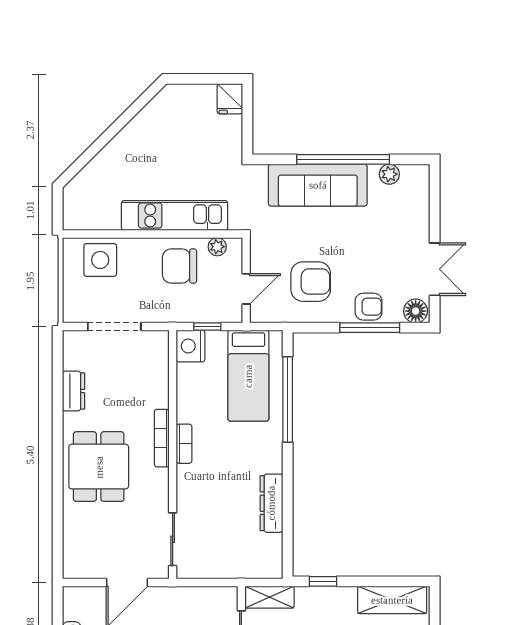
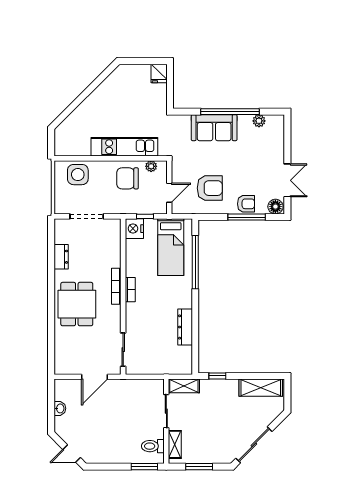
sofa: (318, 185) -> (214, 128), width x0.73

